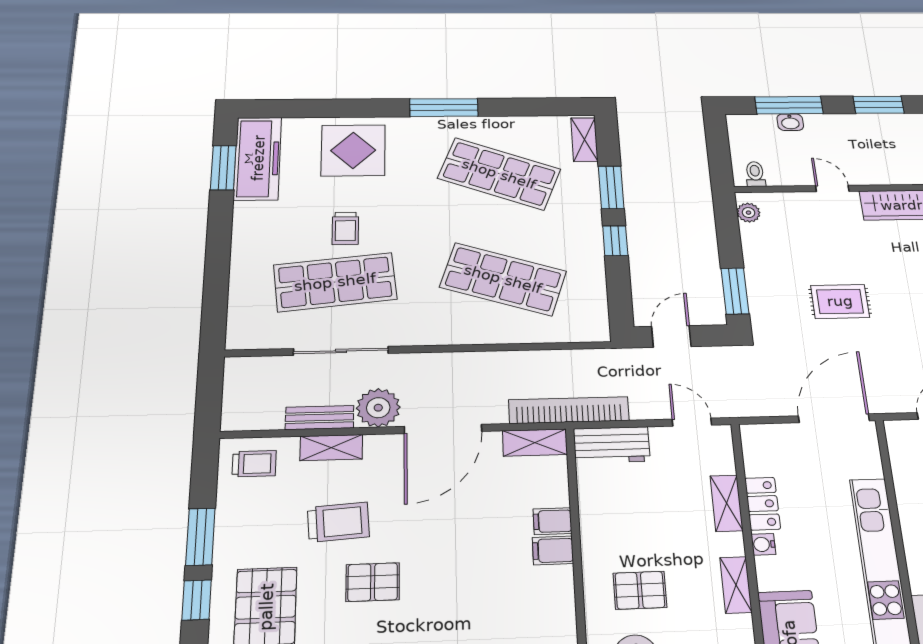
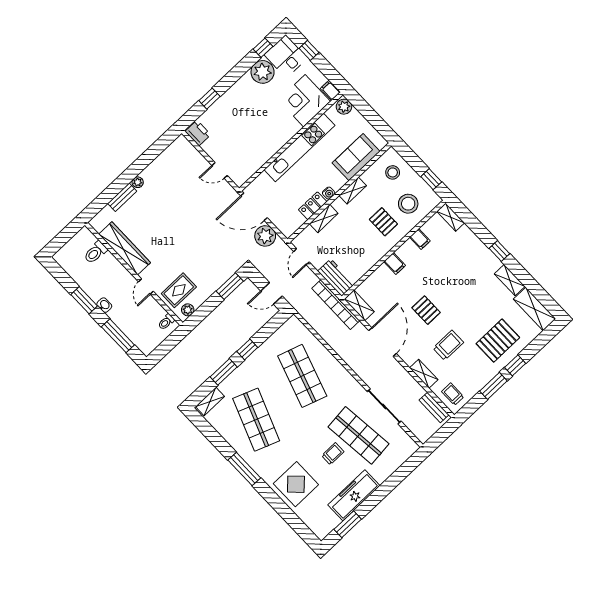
washbasin: (790, 122) -> (104, 305), moved
freezer: (258, 158) -> (354, 495), moved
rug: (840, 301) -> (179, 290), moved, turned 90
plant: (378, 408) -> (265, 236), moved
bench: (320, 418) -> (434, 407), moved
door: (443, 429) -> (382, 342), hinge flipped
filing cabinet: (553, 521) -> (420, 239), moved
trolley: (338, 522) -> (448, 345), turned 94
pallet: (373, 582) -> (426, 310), moved

